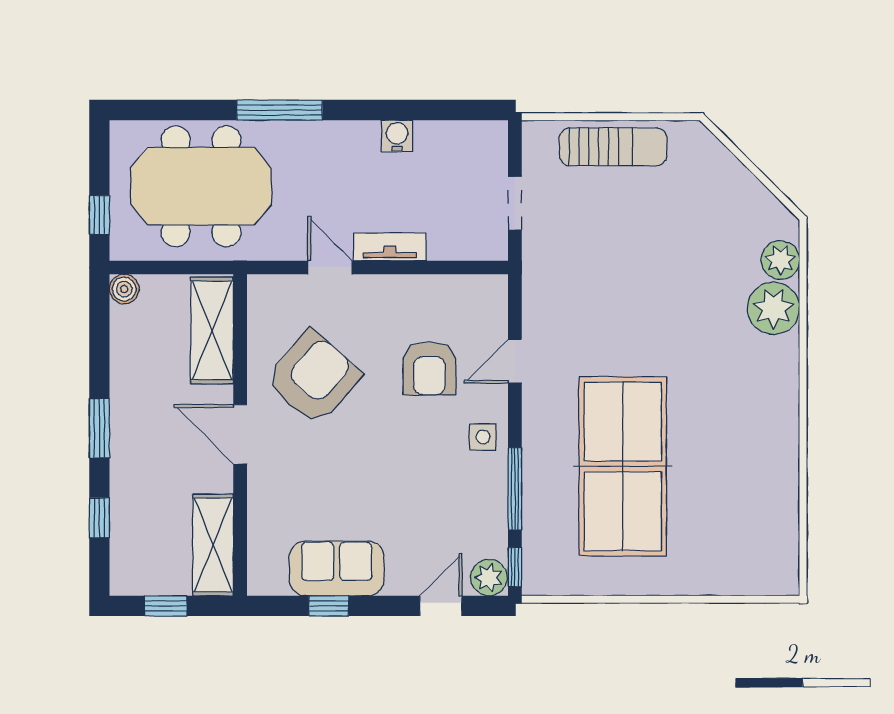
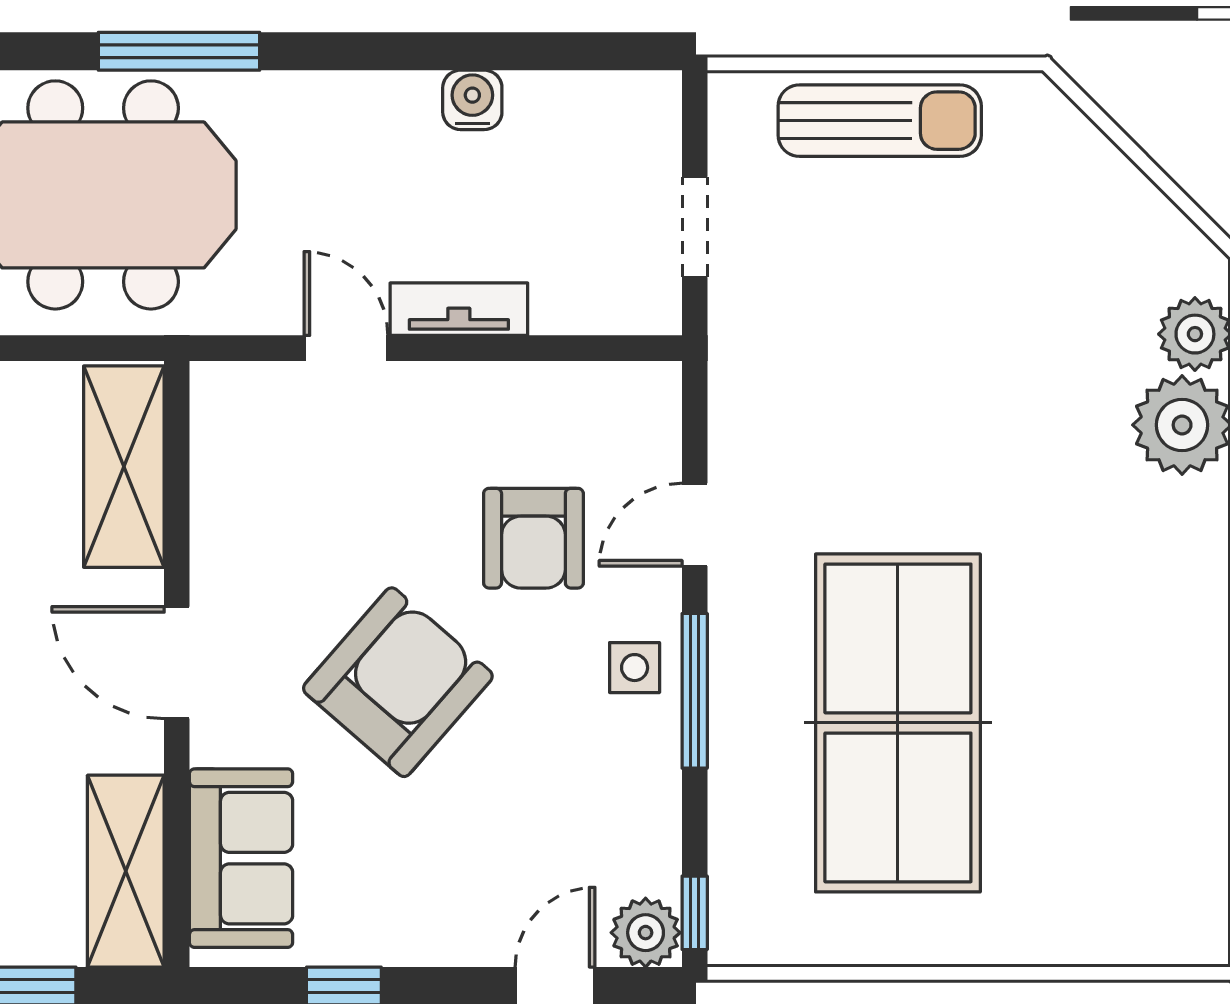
window: (280, 110) -> (179, 51), moved
armchair: (313, 378) -> (398, 682), moved
window: (515, 489) -> (695, 691), moved
sofa: (337, 568) -> (241, 858), moved, turned 90

